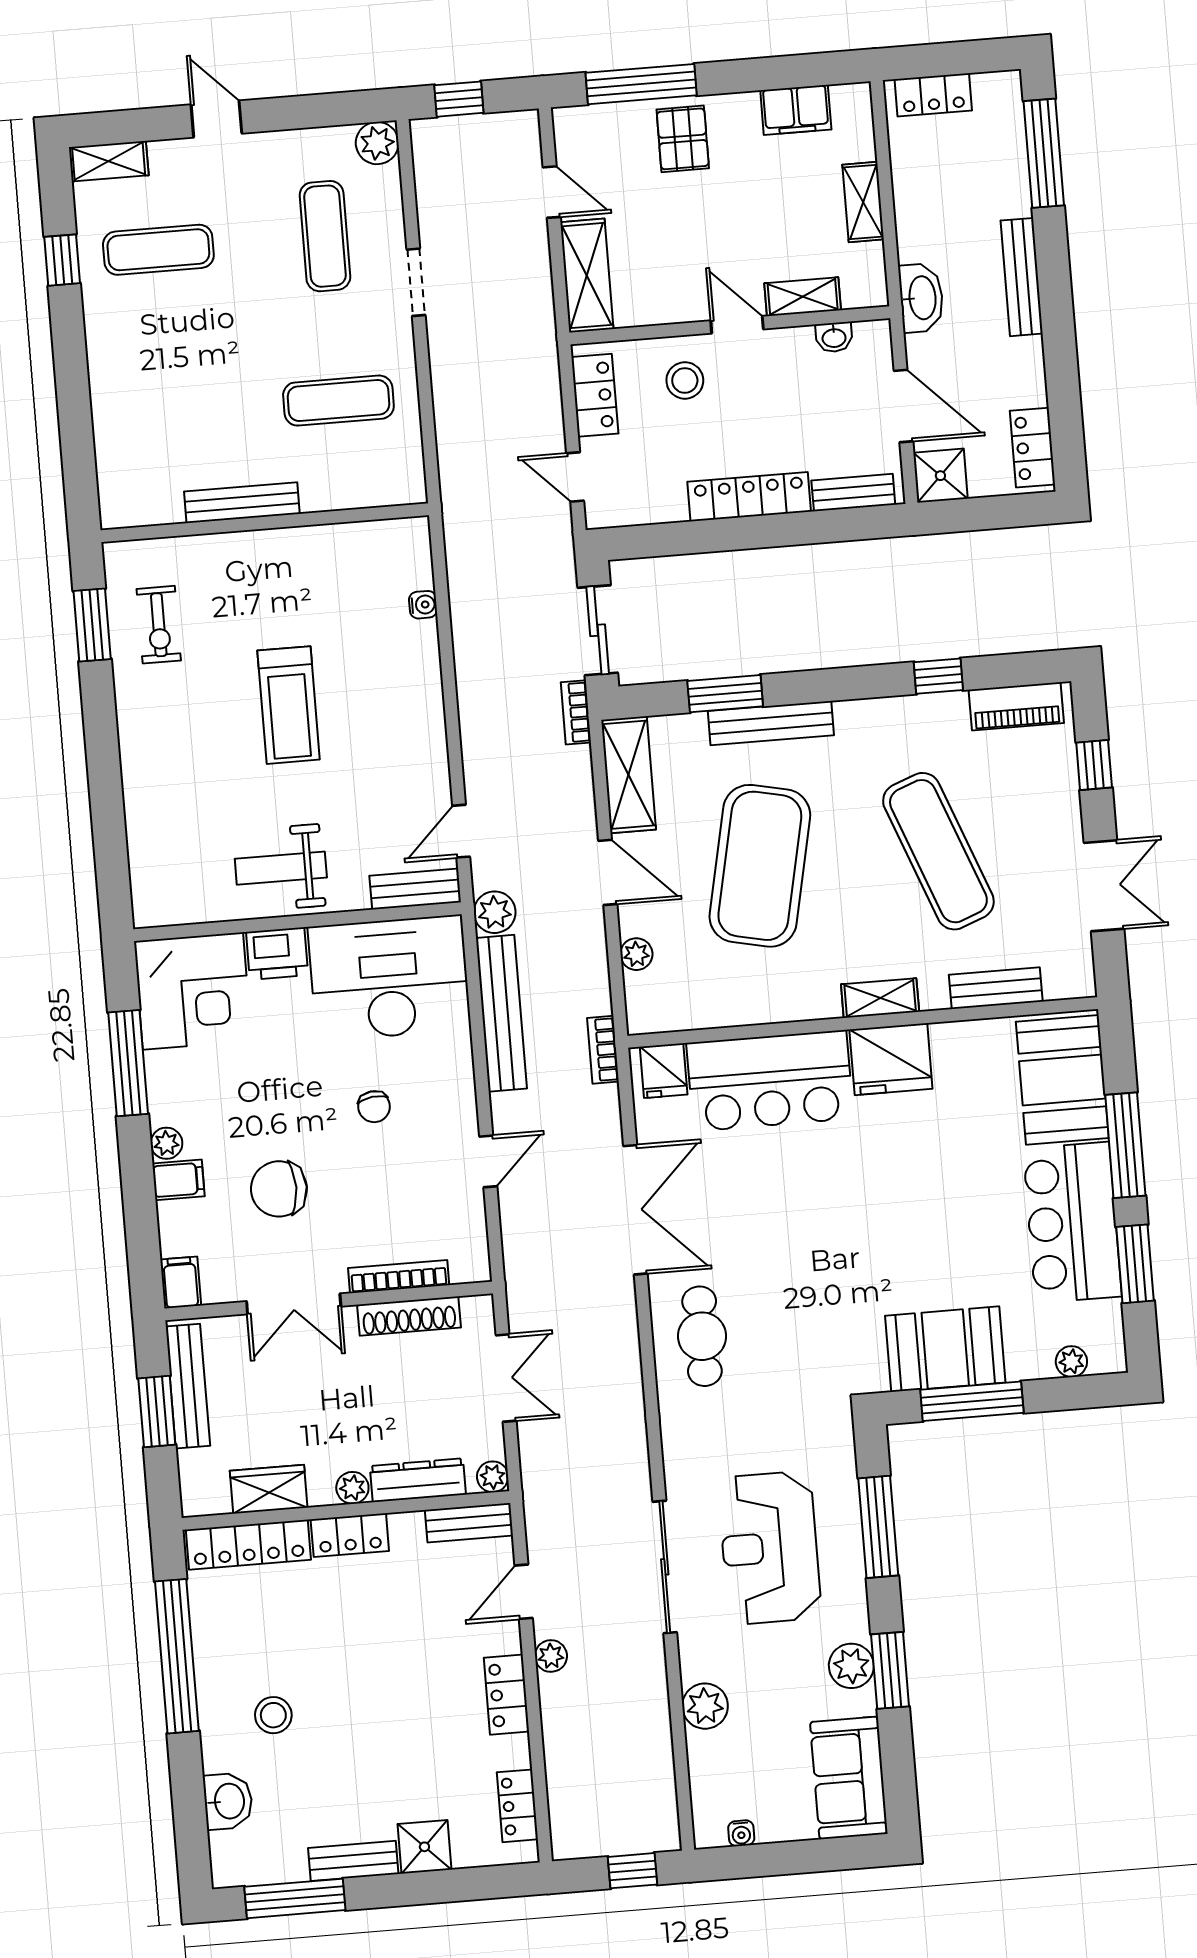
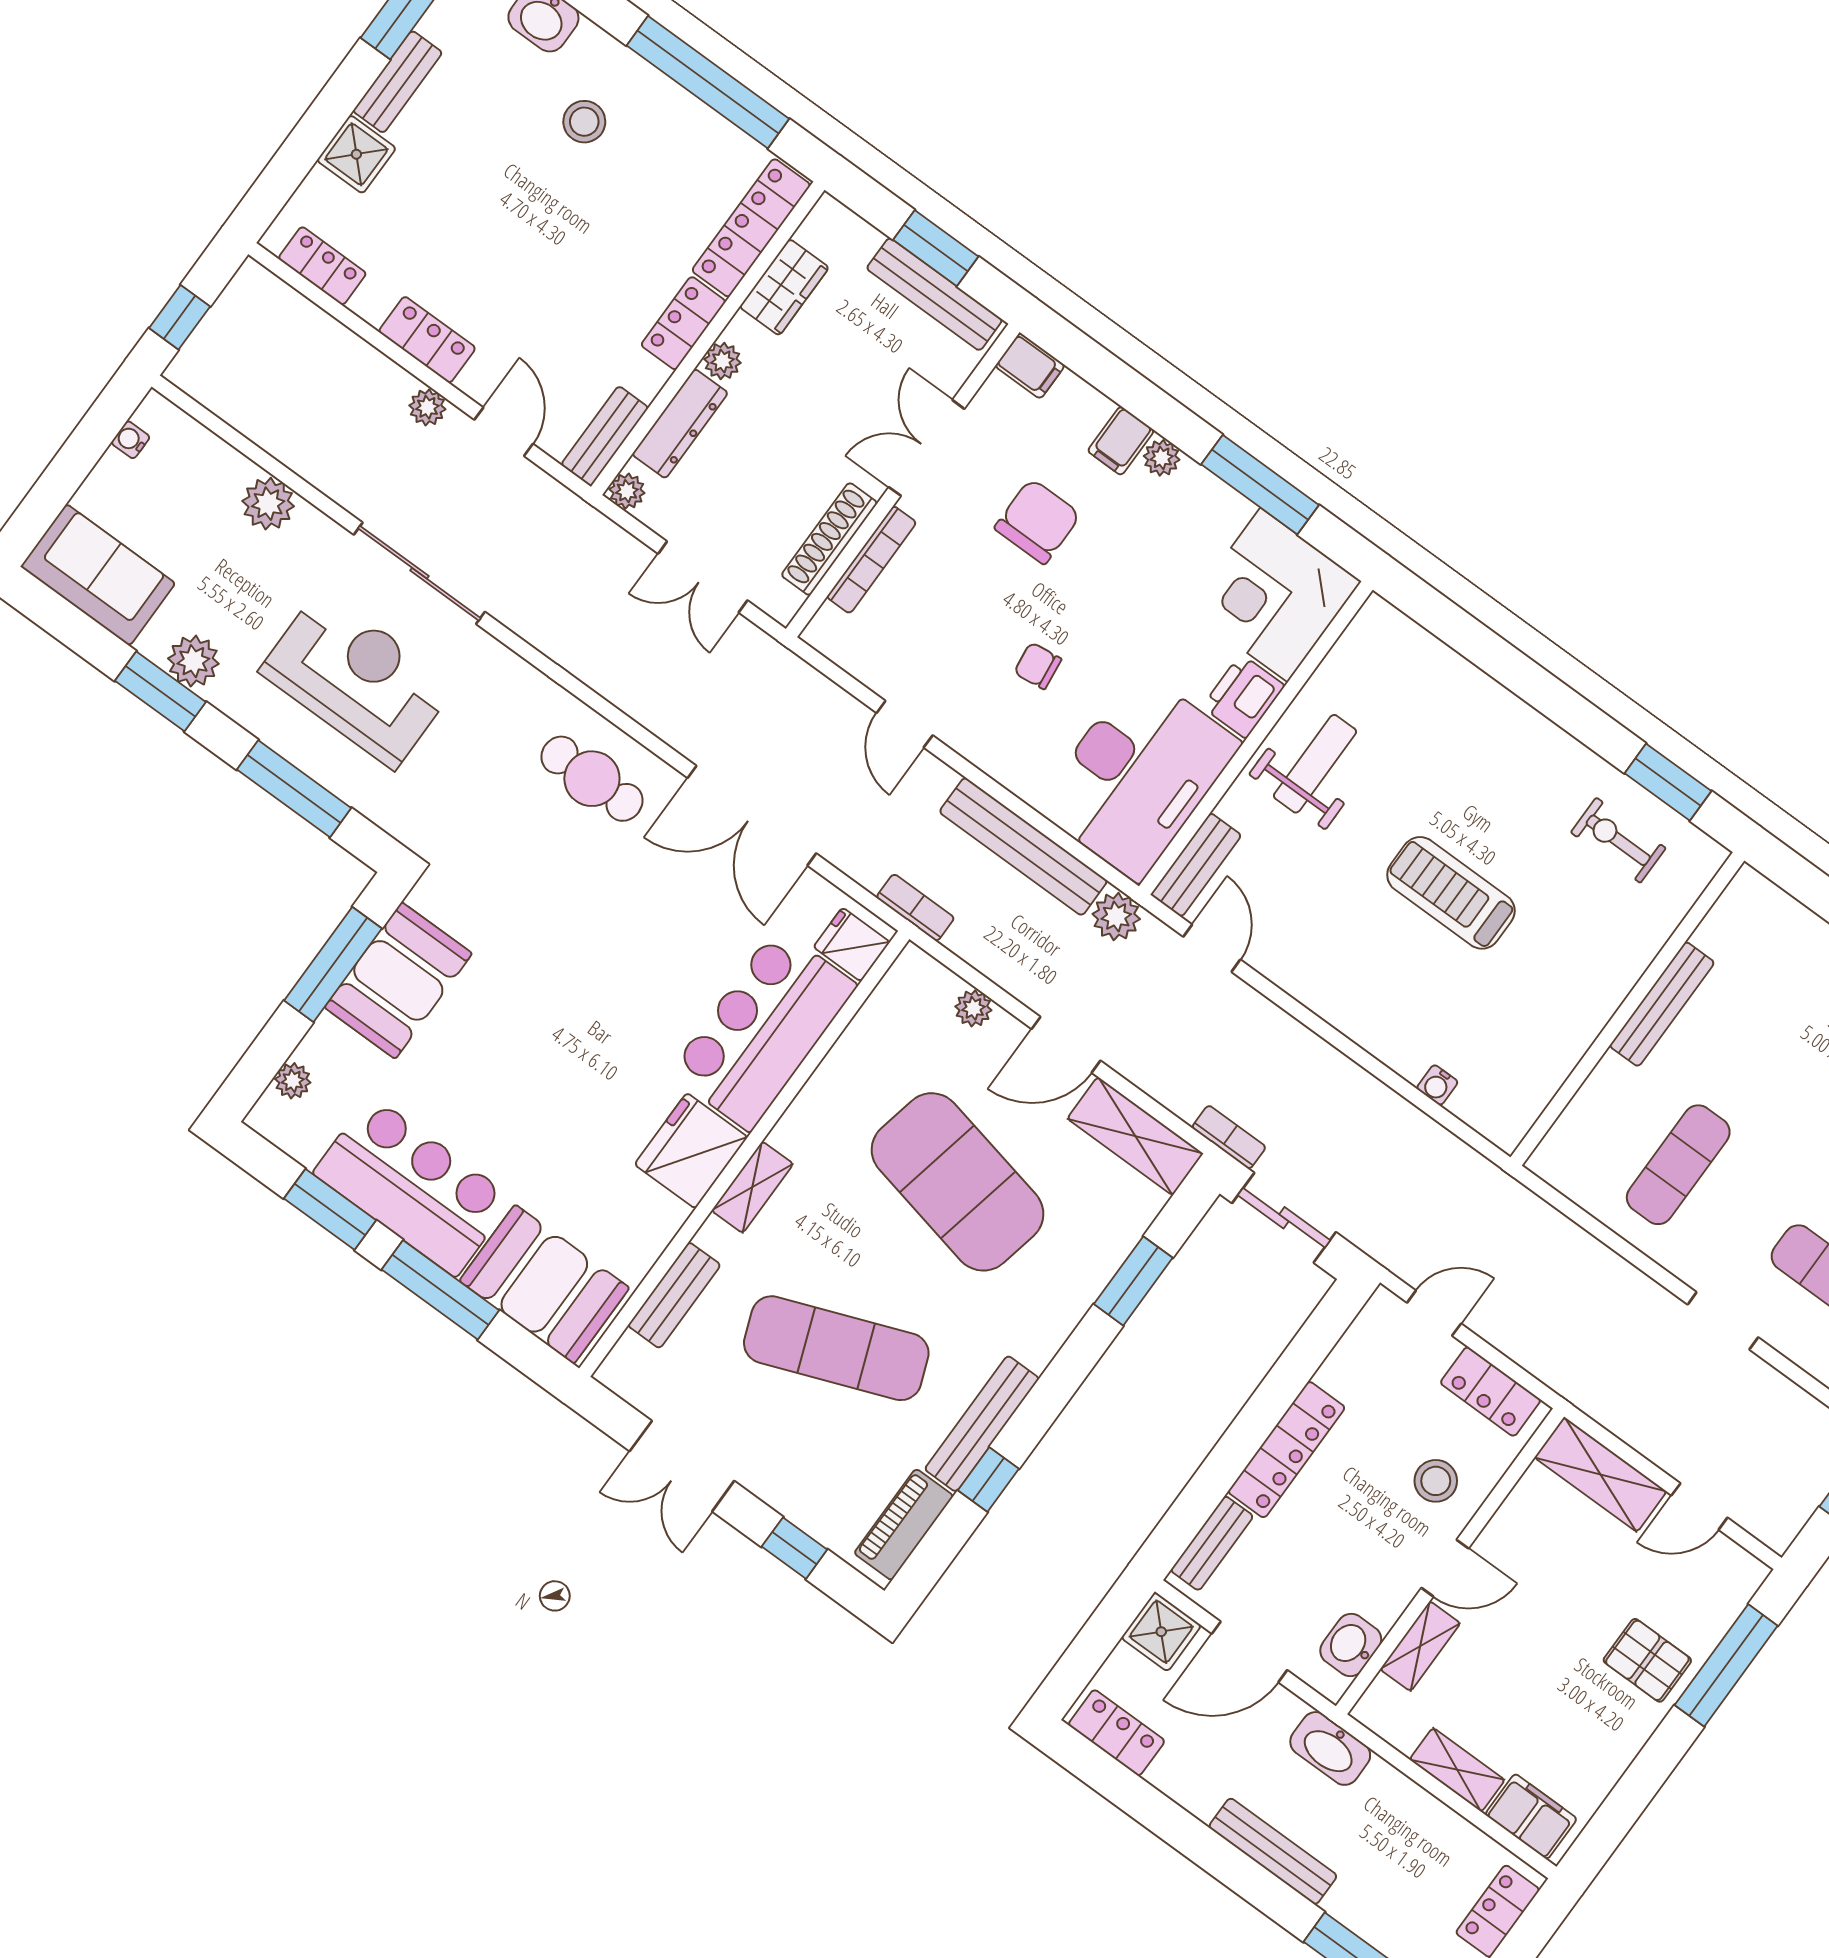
filing cabinet: (796, 110) -> (1531, 1817), moved, turned 90
washbasin: (834, 337) -> (1351, 1645), width x1.38, depth x1.45
bench: (771, 723) -> (982, 1424), moved

